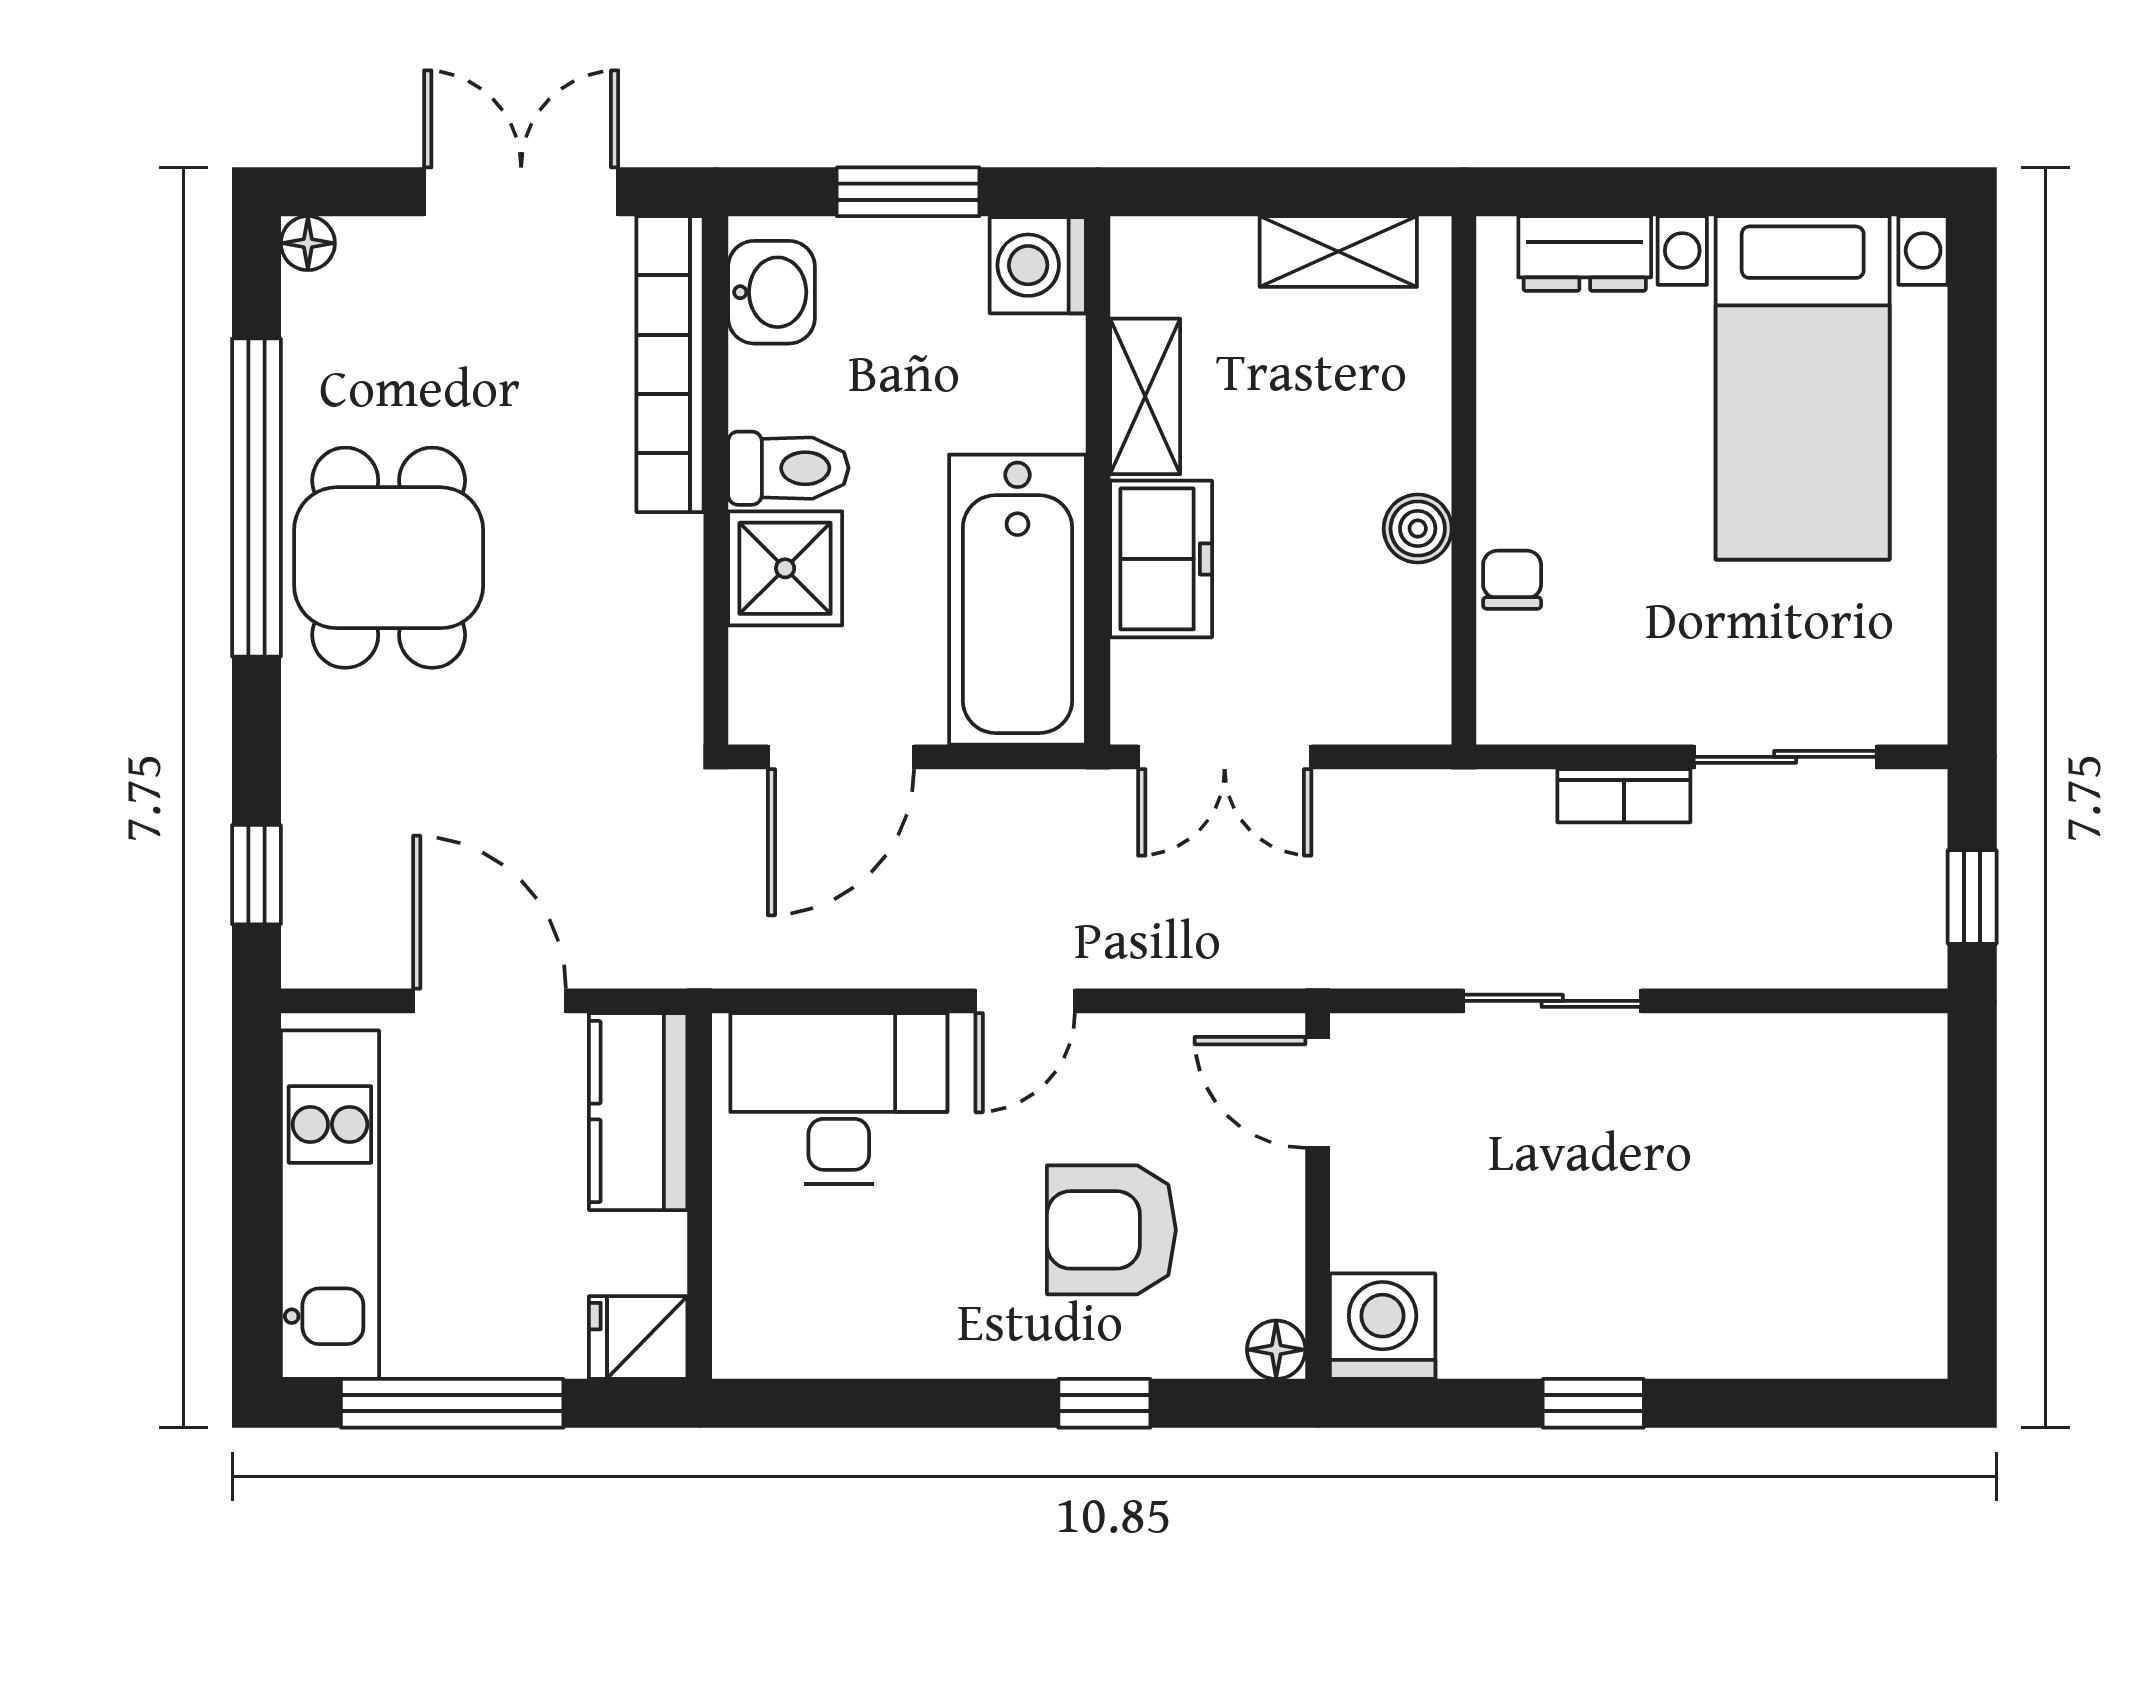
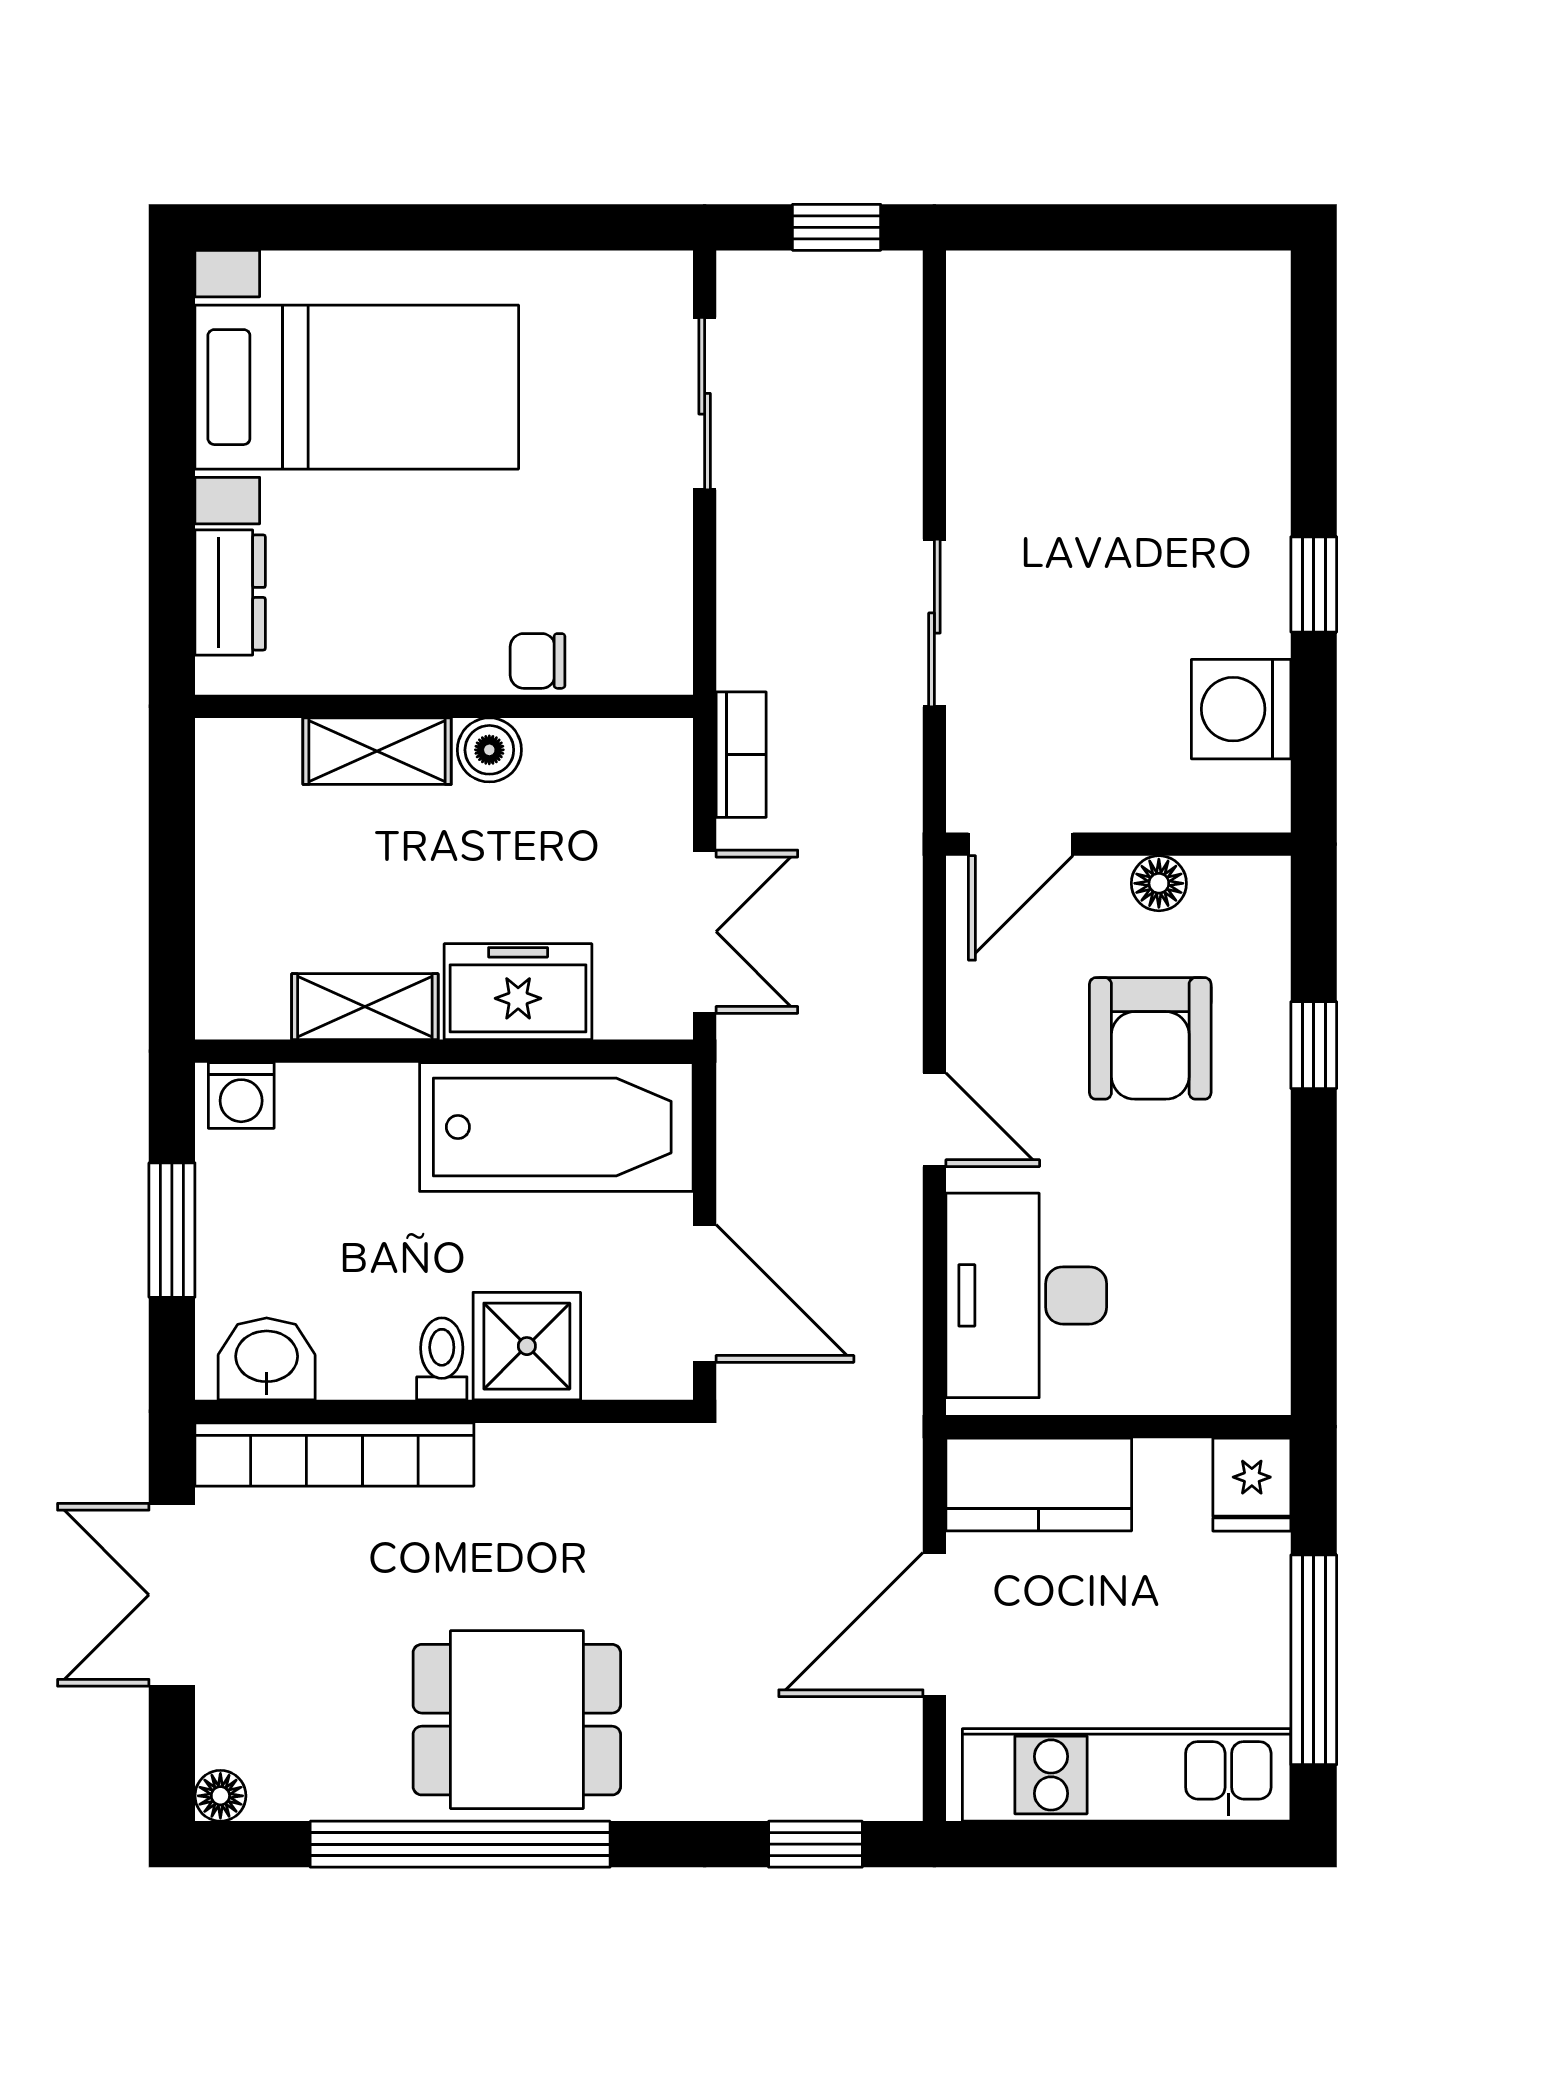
shelving: (1338, 252) -> (377, 751), moved, turned 90
washing machine: (1038, 265) -> (241, 1095), width x0.73, depth x0.73
toilet: (788, 468) -> (442, 1359), width x0.73, depth x0.72
bookcase: (1624, 796) -> (741, 755), moved
washing machine: (1383, 1326) -> (1241, 709), moved
floor lamp: (1276, 1350) -> (1159, 883), moved

